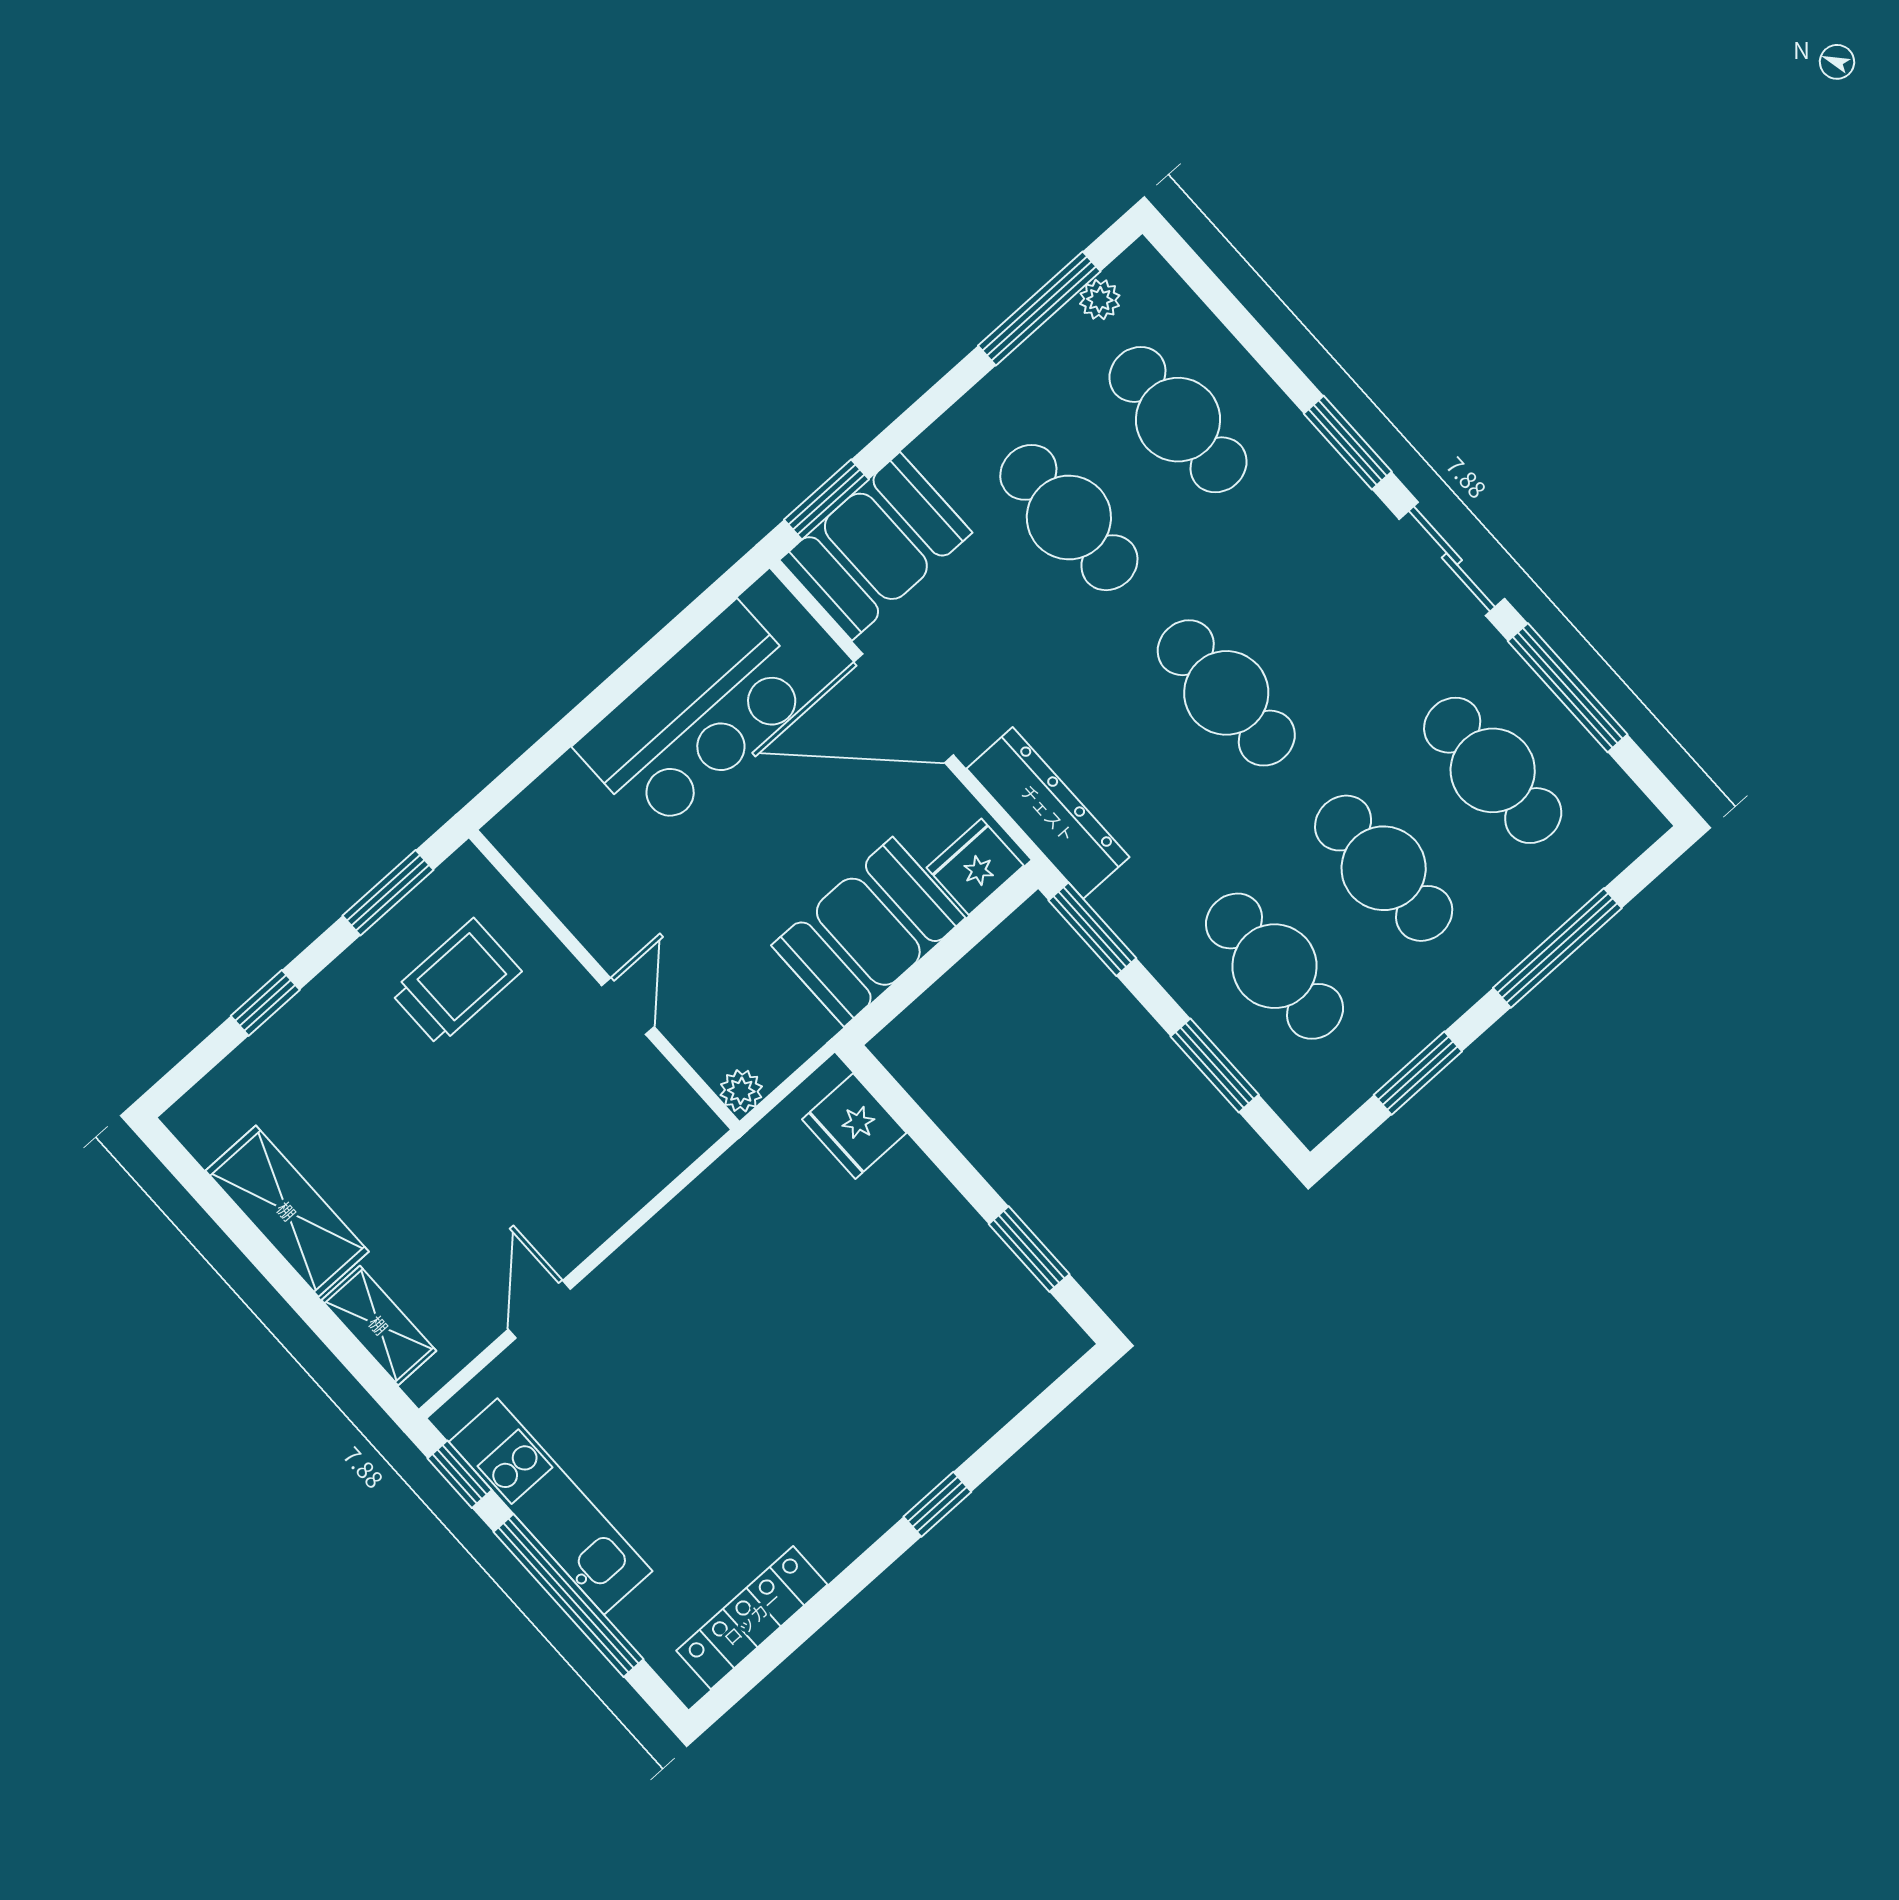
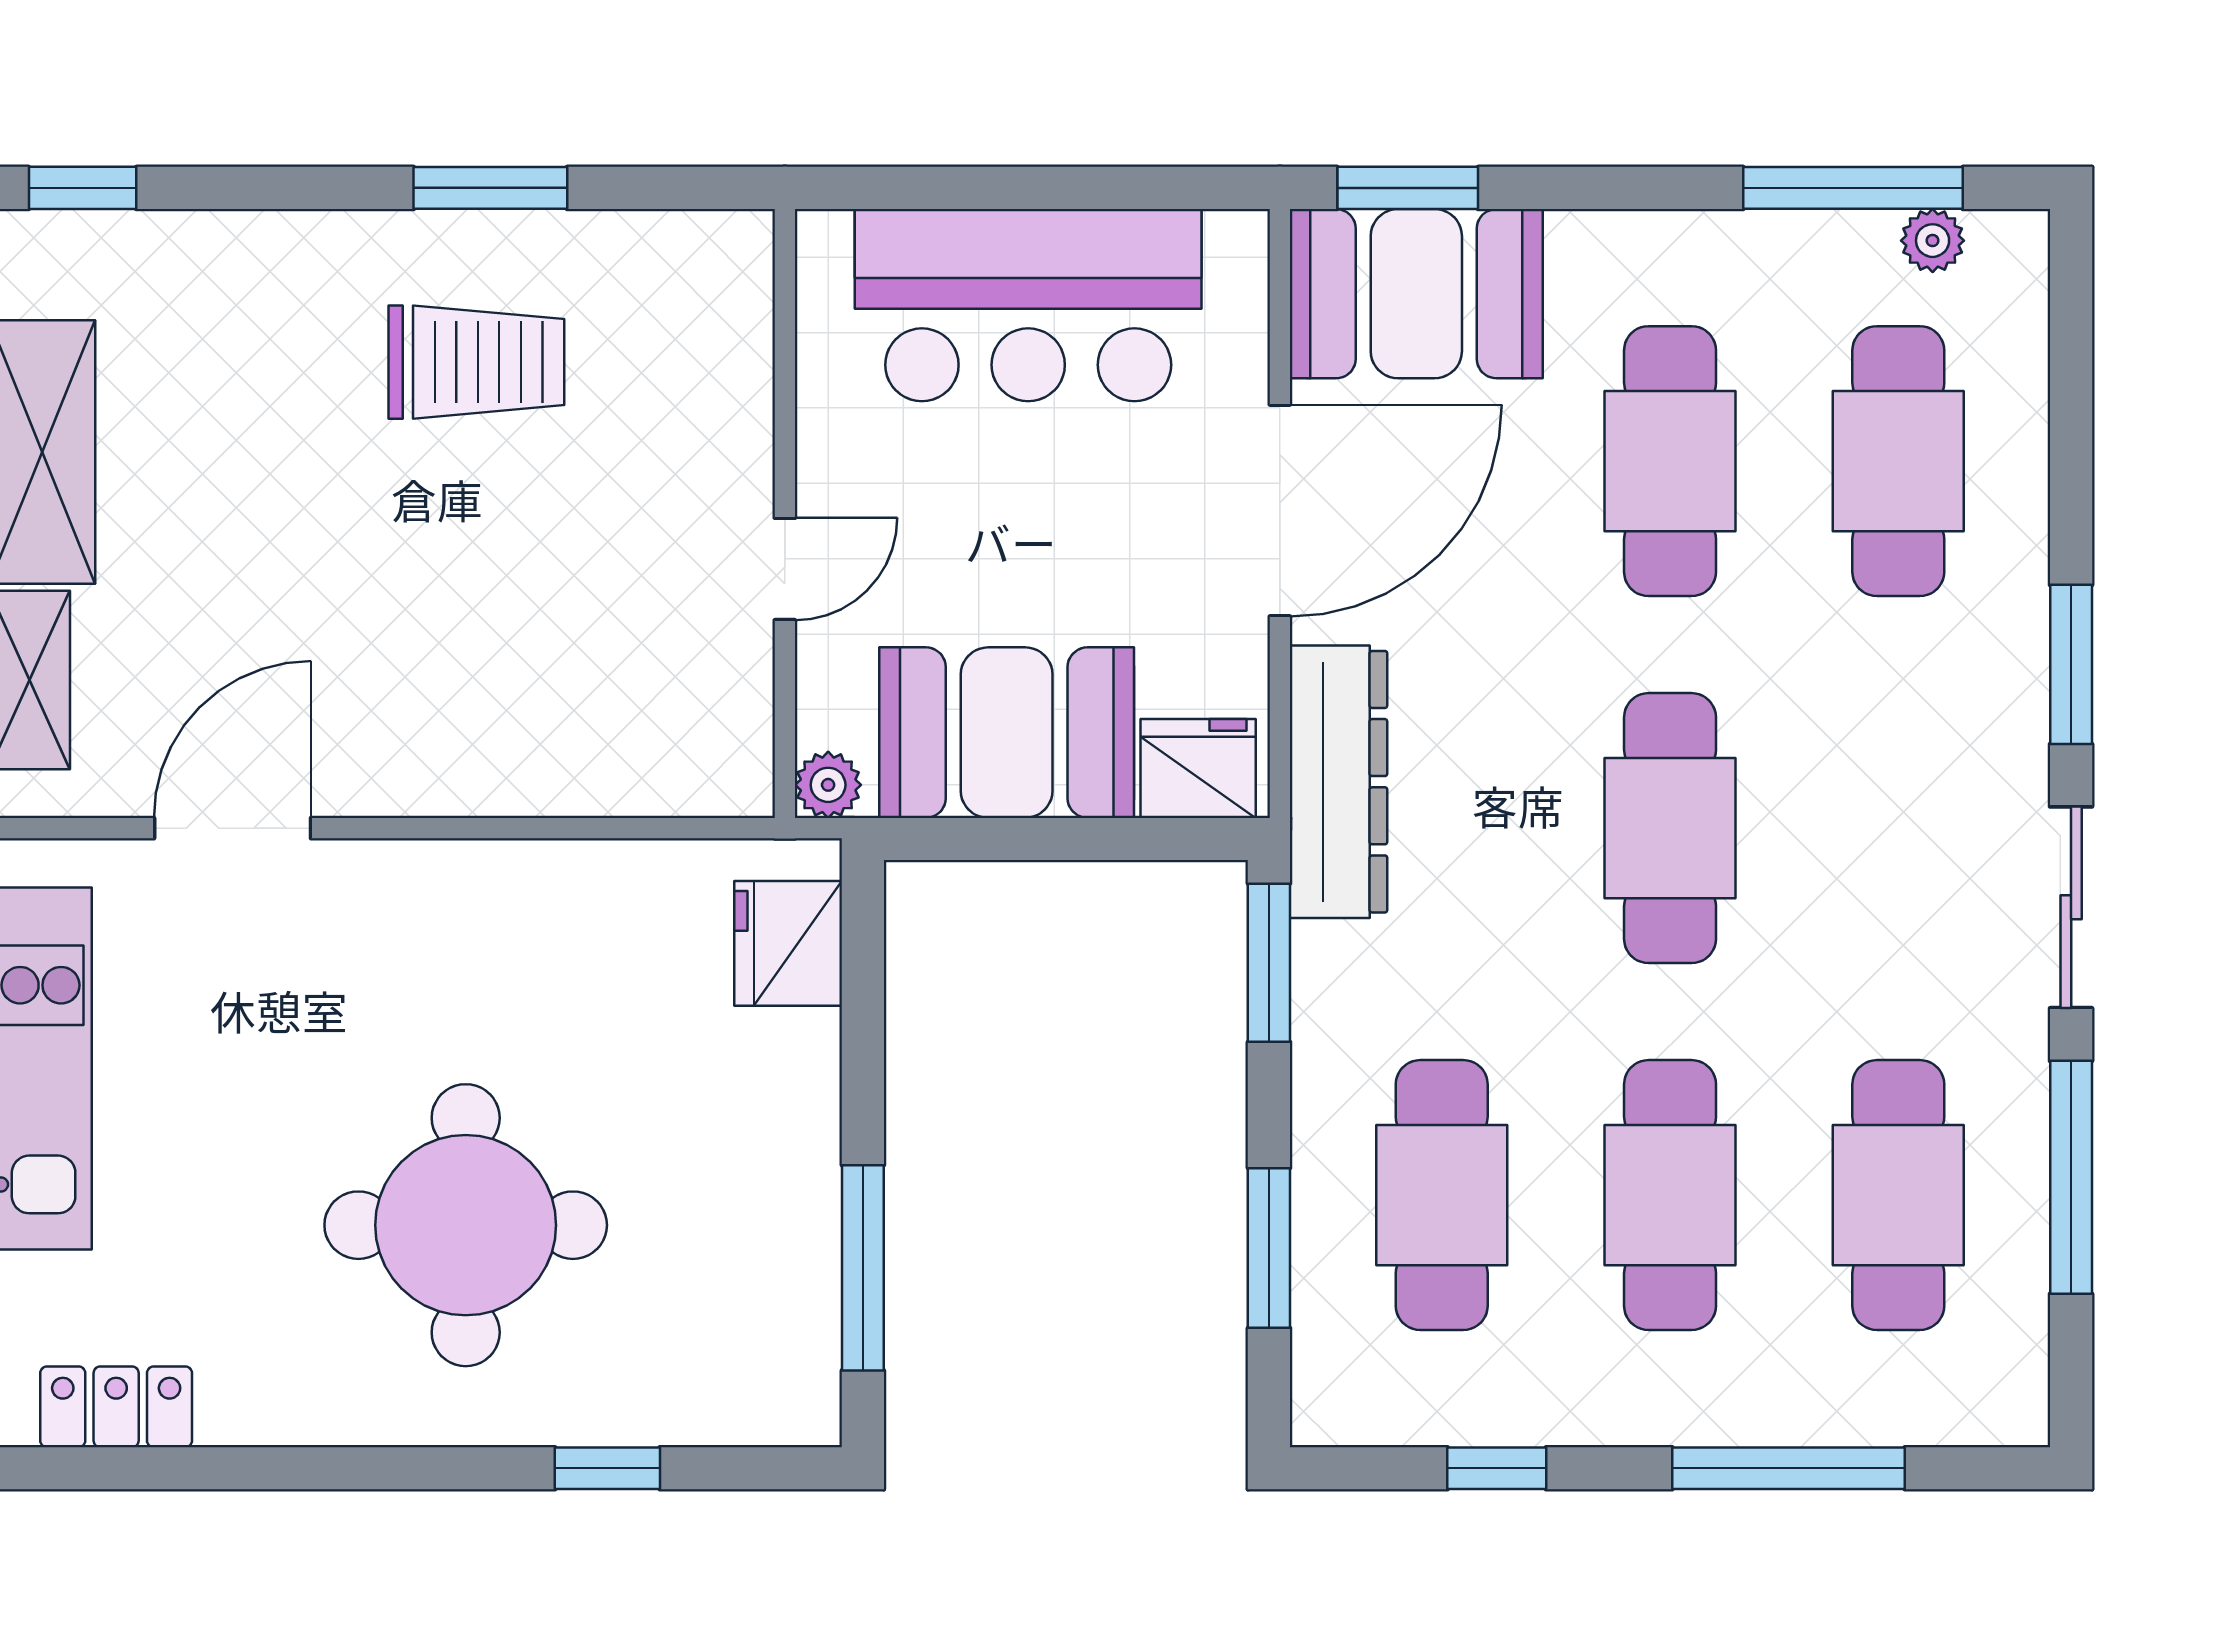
door: (904, 708) -> (1280, 511), swing flipped
wall: (604, 980) -> (785, 513), moved
window: (265, 1003) -> (83, 188), moved
door: (628, 1006) -> (785, 569), moved
window: (1418, 1073) -> (1497, 1468), width x0.67
plant: (741, 1091) -> (828, 785), moved
window: (1029, 1249) -> (863, 1268), width x1.44
door: (539, 1309) -> (233, 828), width x1.38
round table: (821, 1399) -> (466, 1225), added
window: (937, 1504) -> (607, 1468), moved
locker: (752, 1618) -> (116, 1407), width x0.66

